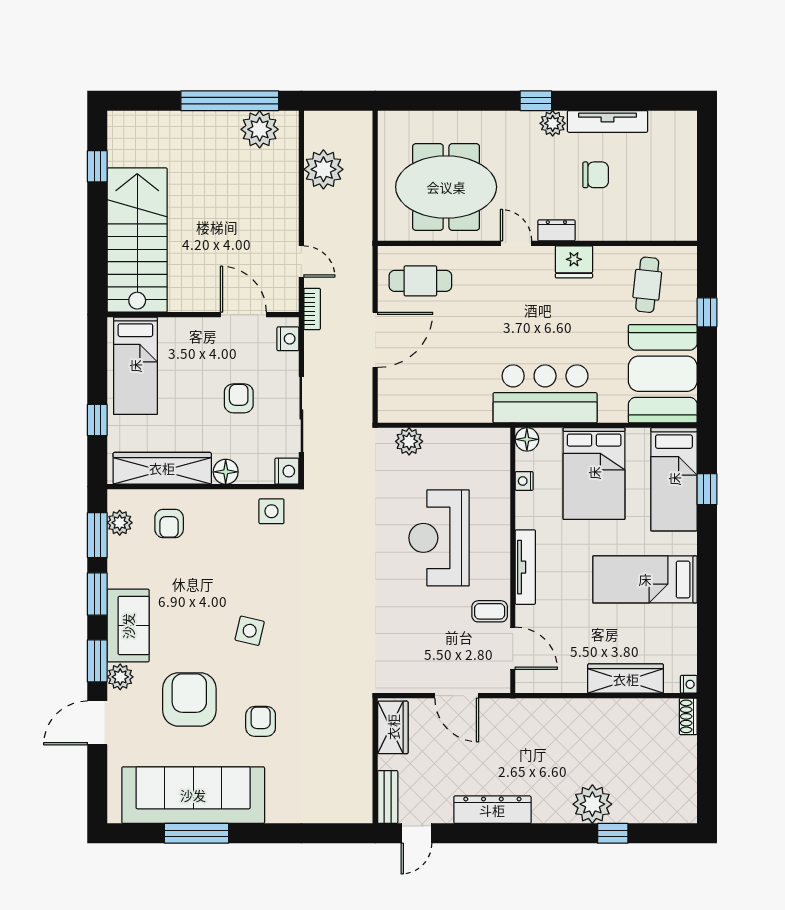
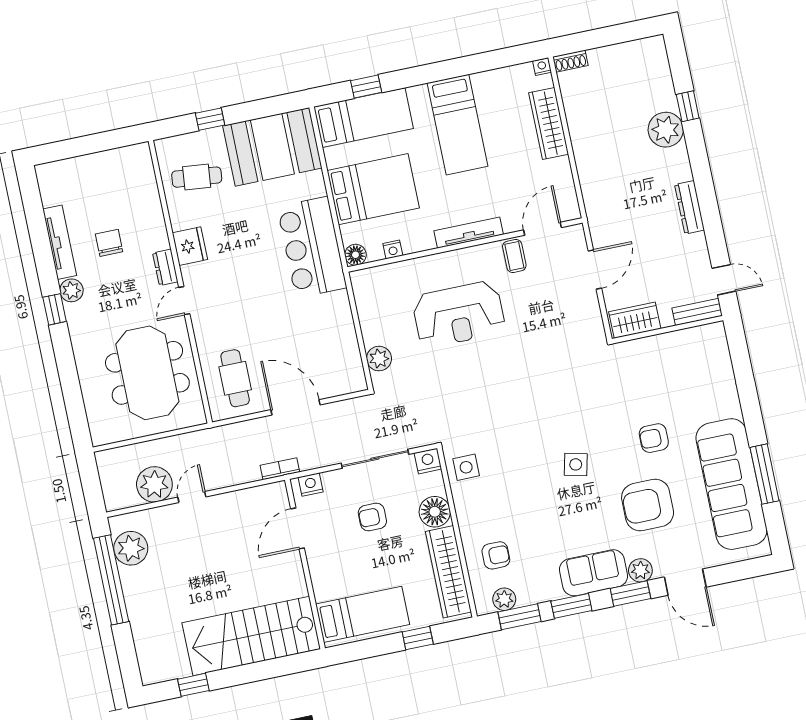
door: (301, 261) -> (192, 497), moved
floor lamp: (226, 472) -> (435, 512), width x1.38, depth x1.38
dresser: (492, 810) -> (690, 207), width x0.73, depth x0.80

